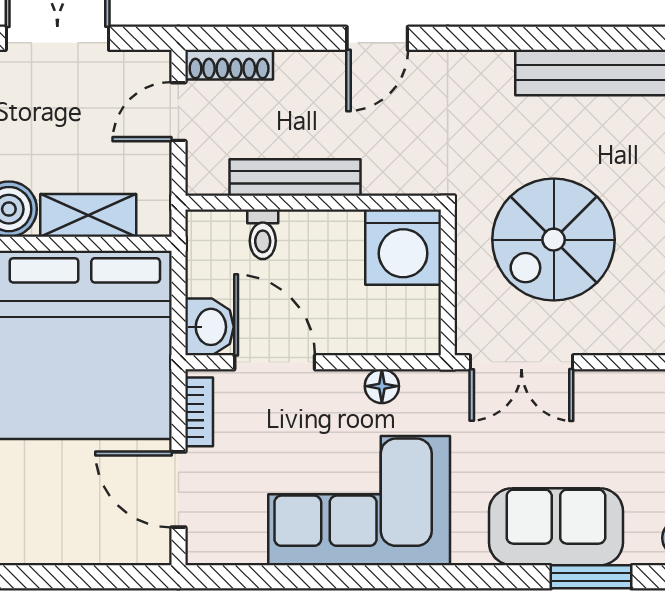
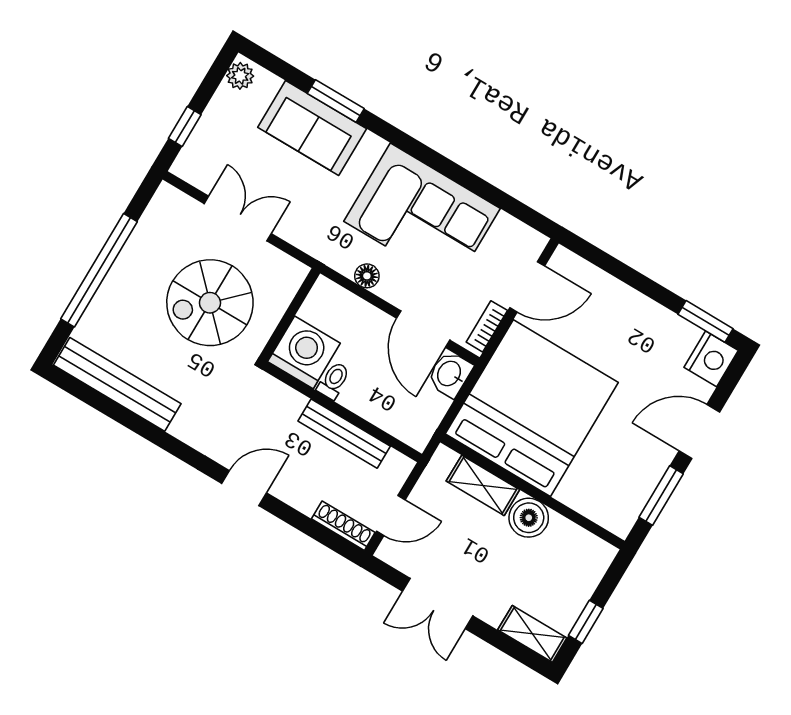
toilet: (263, 234) -> (334, 381), moved
spiral stairs: (554, 240) -> (210, 303), turned 180
double door: (521, 362) -> (238, 219), moved
door: (178, 489) -> (527, 287), hinge flipped
window: (591, 577) -> (336, 101), moved

